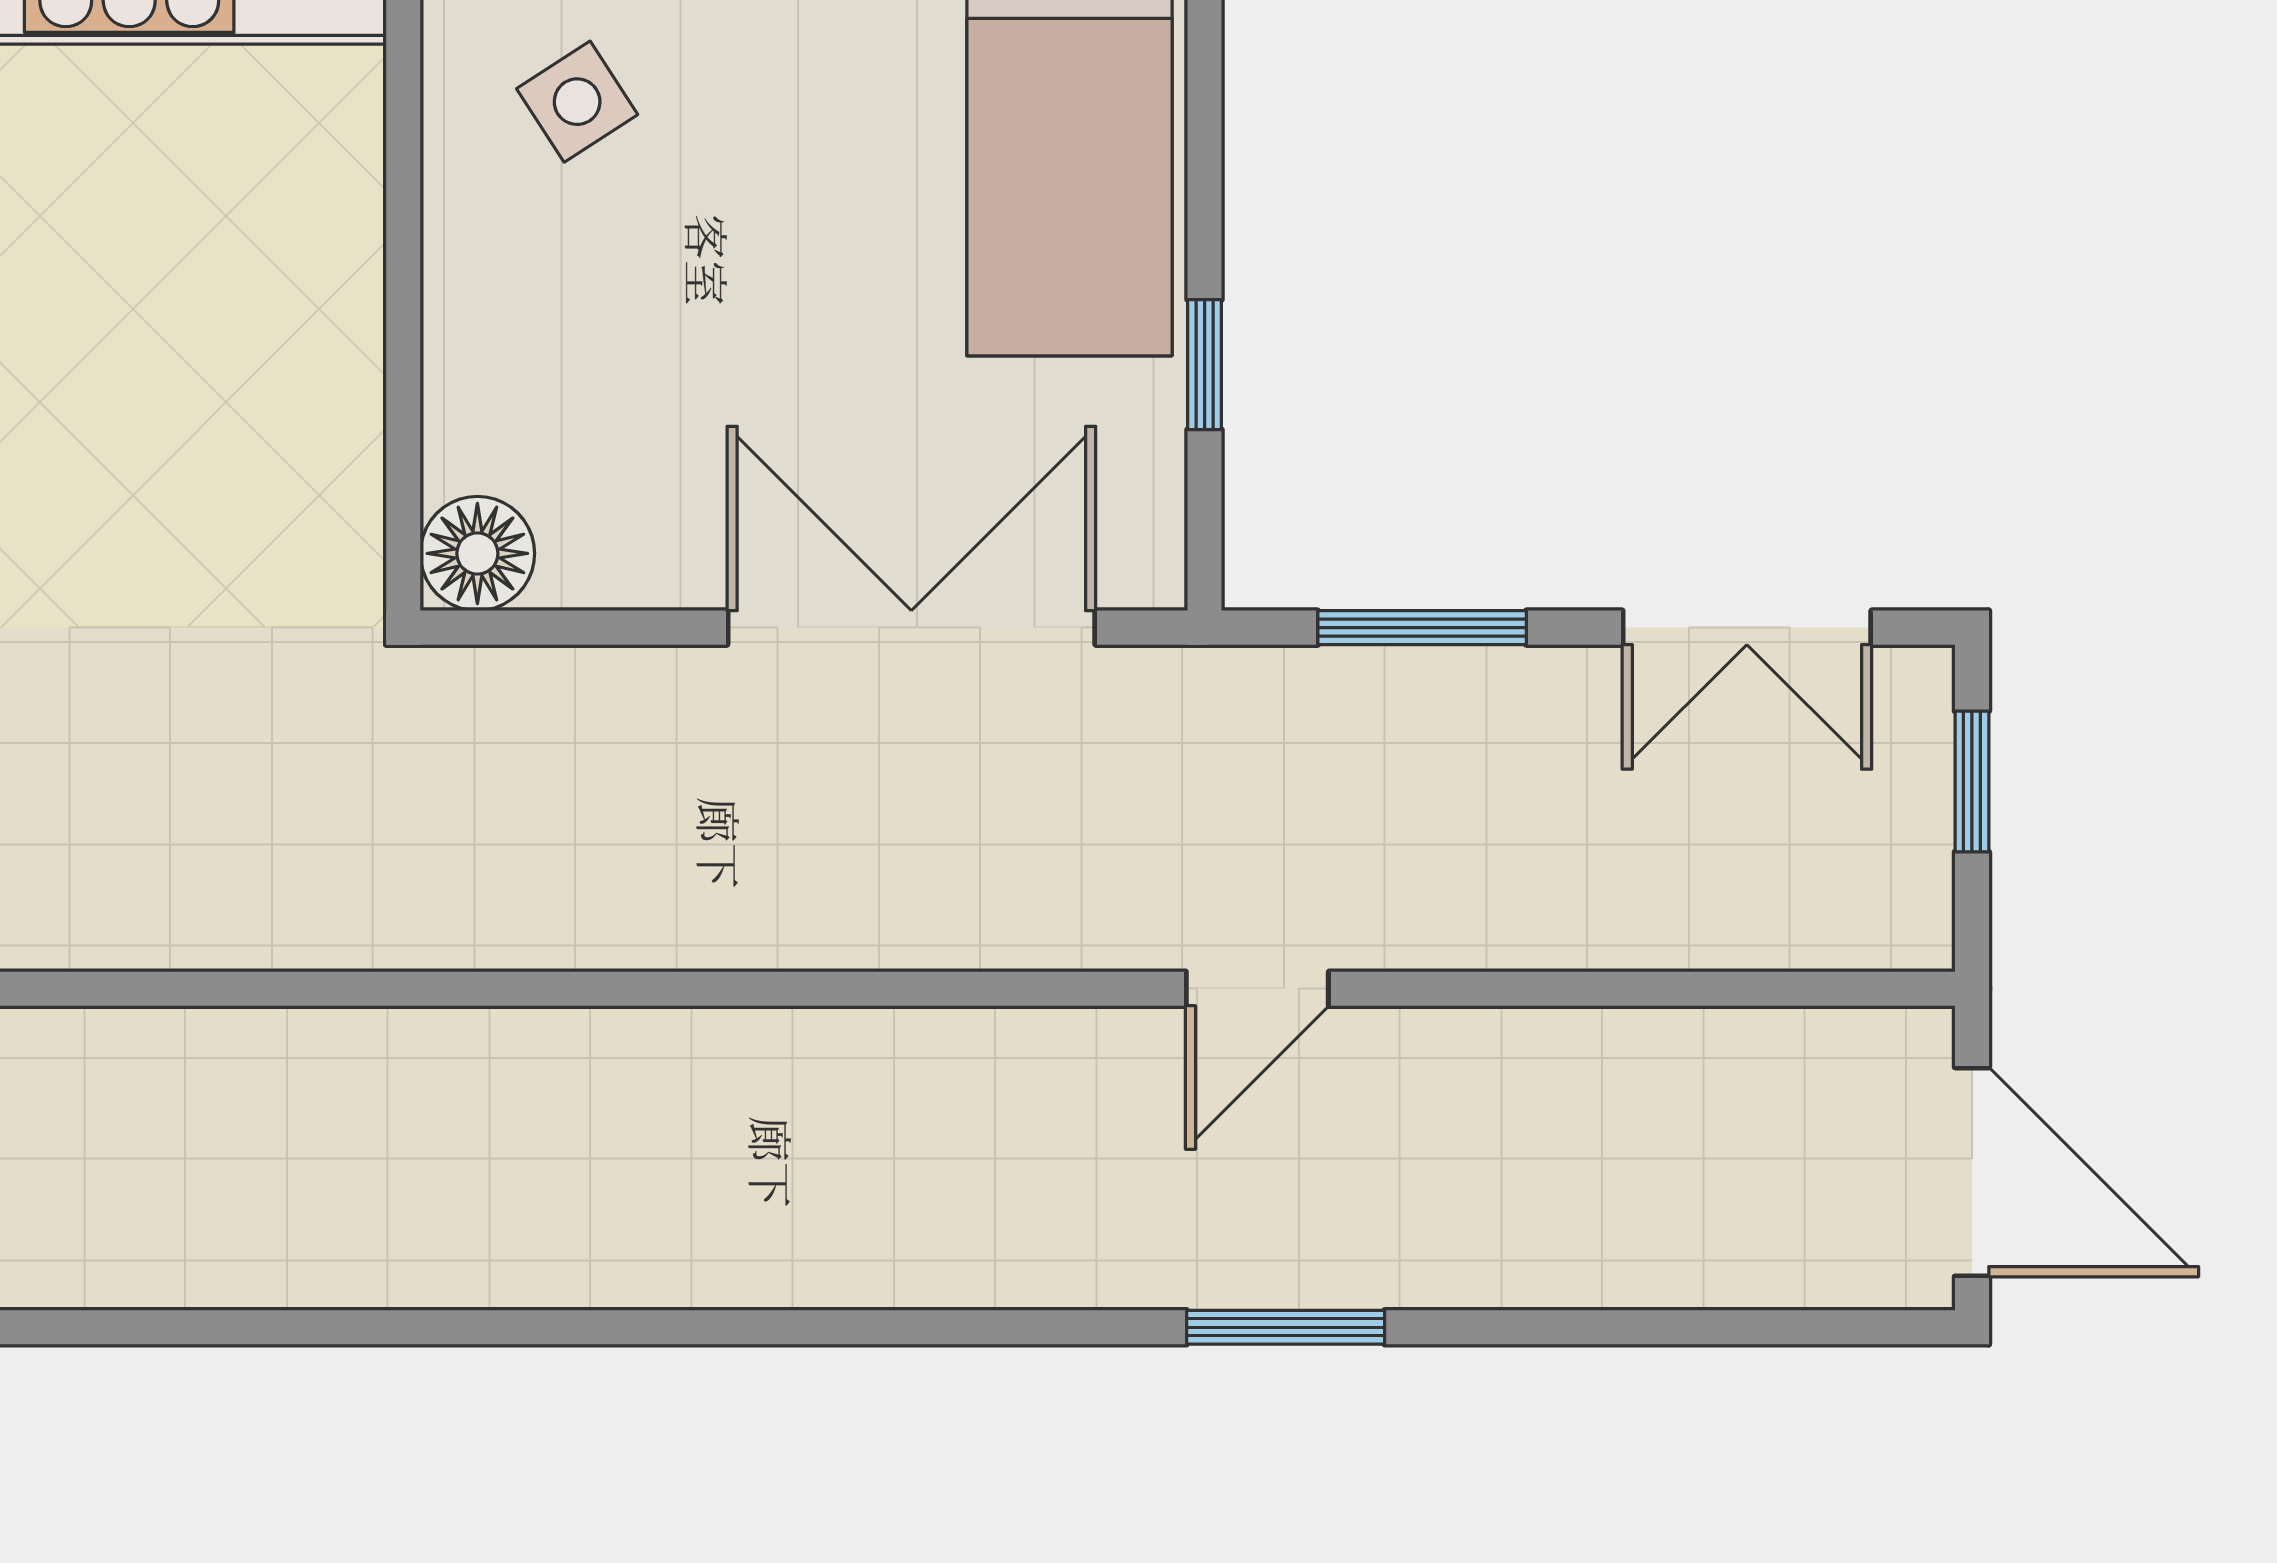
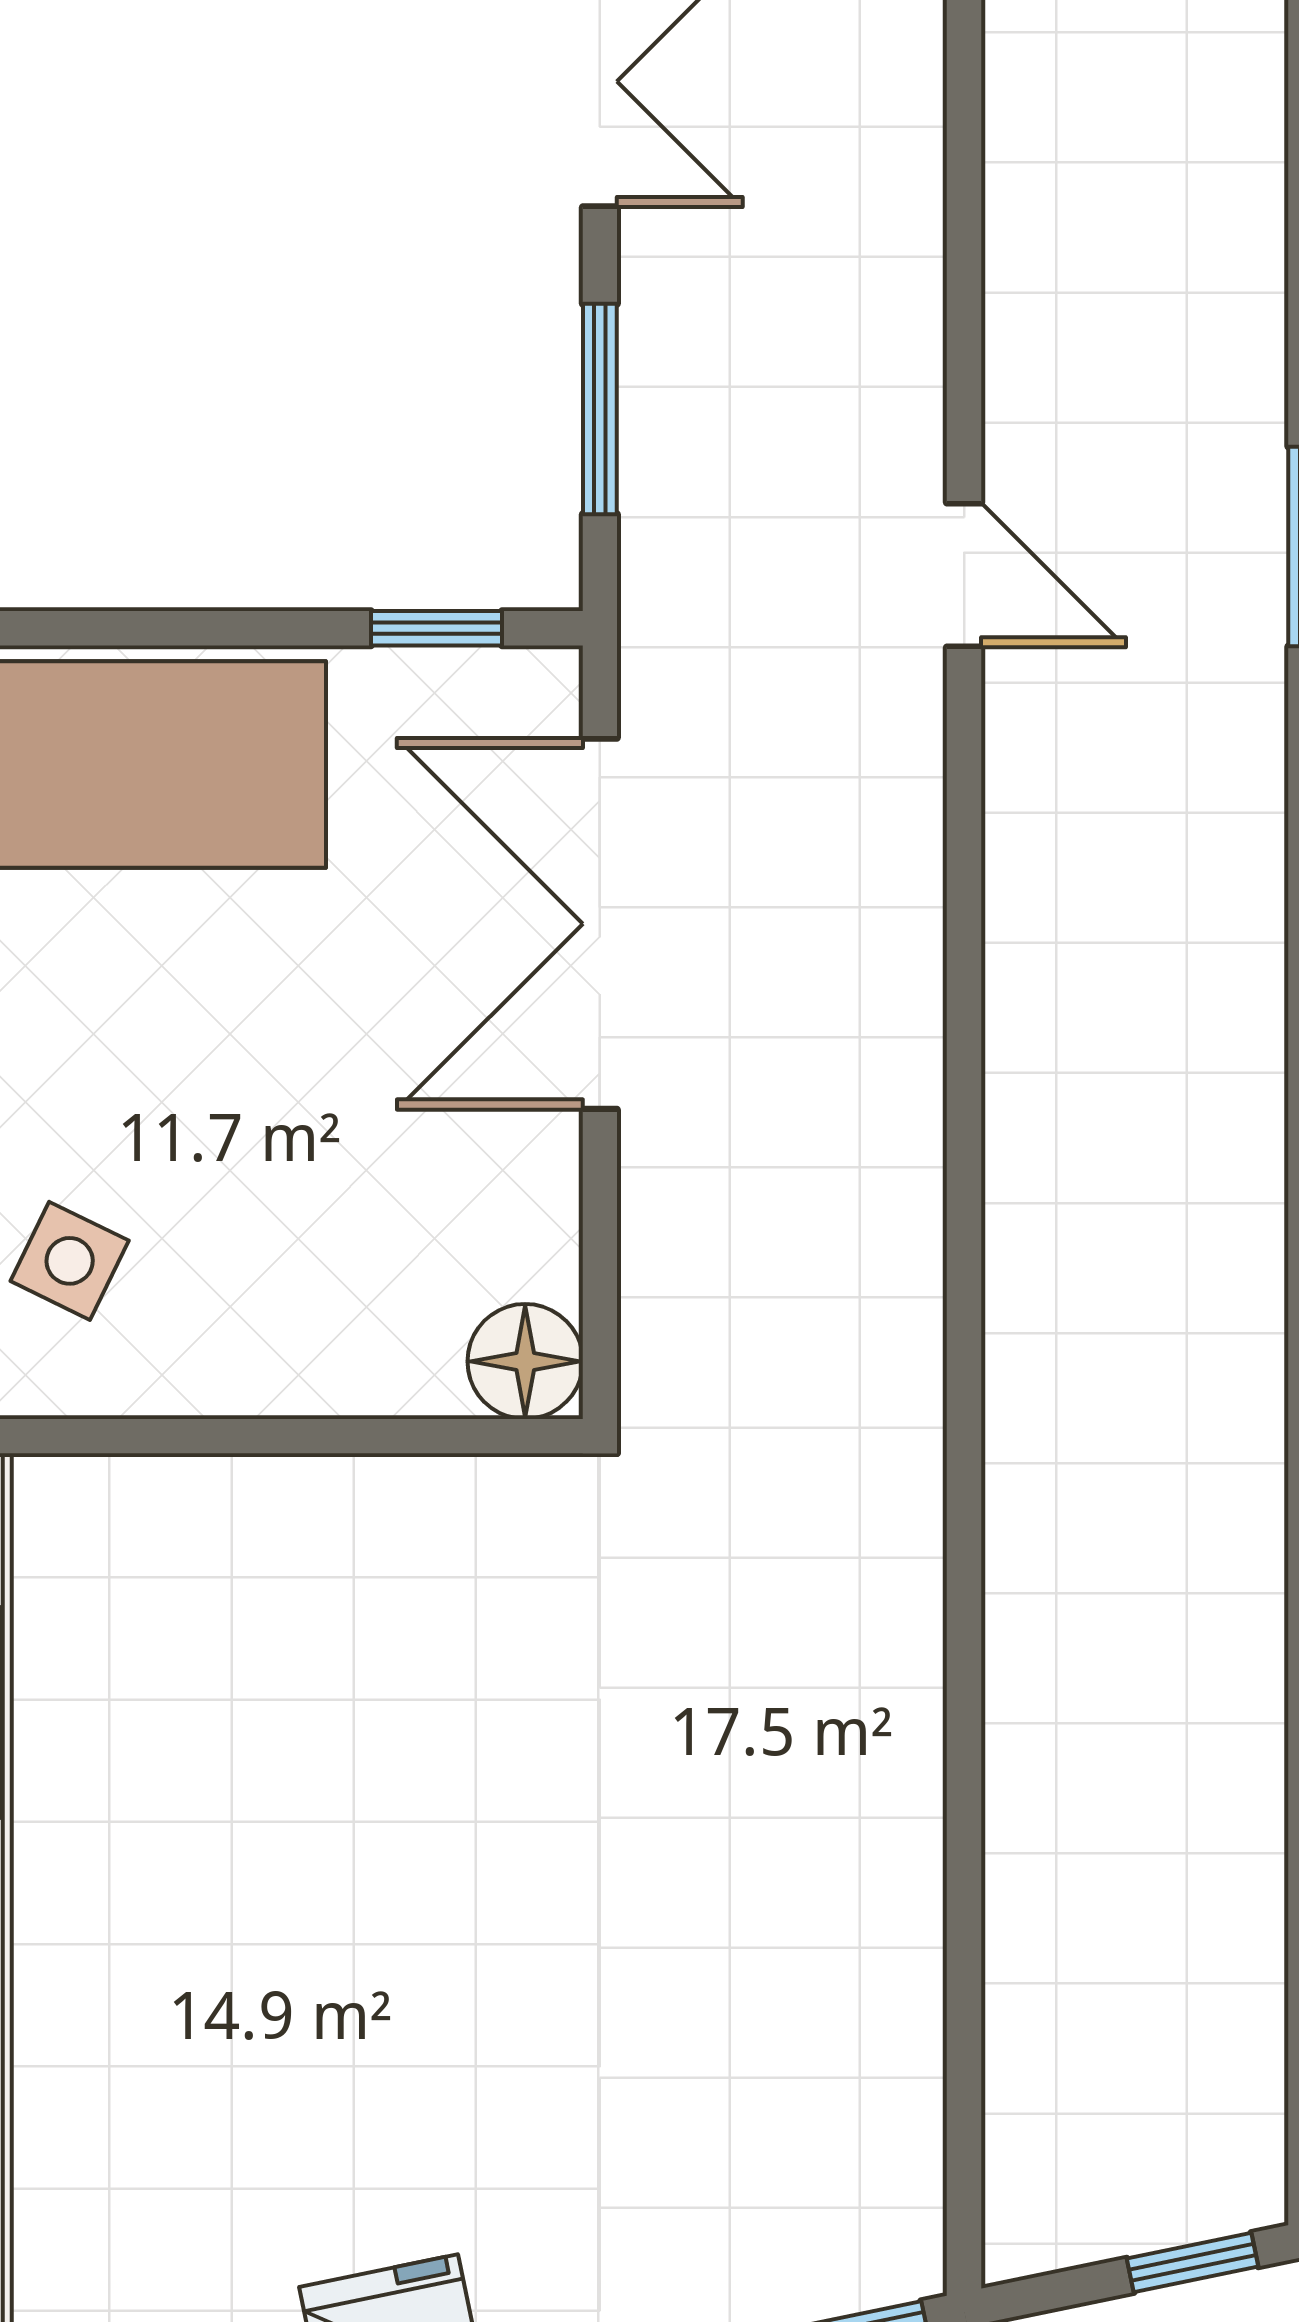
side table: (577, 102) -> (70, 1261), turned -31
window: (1205, 365) -> (436, 628), moved

